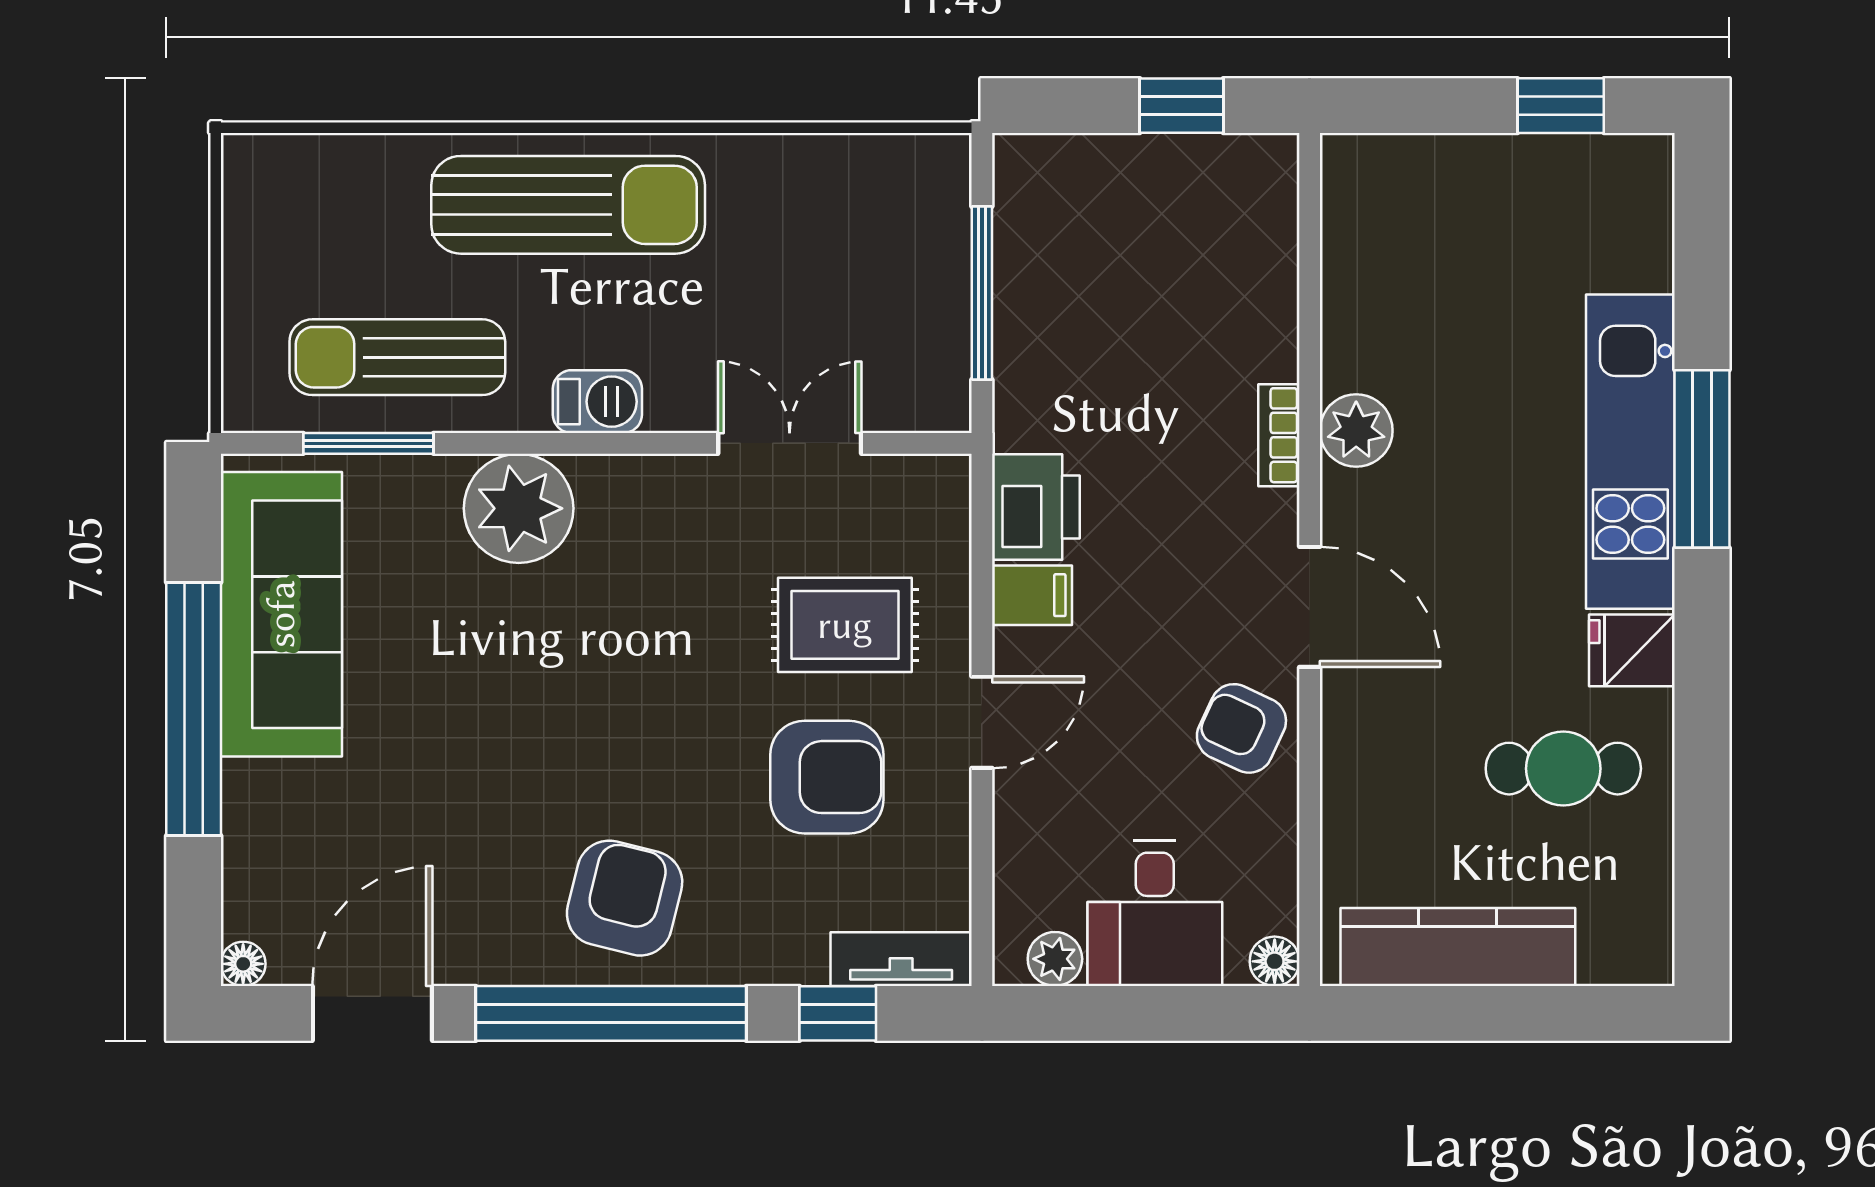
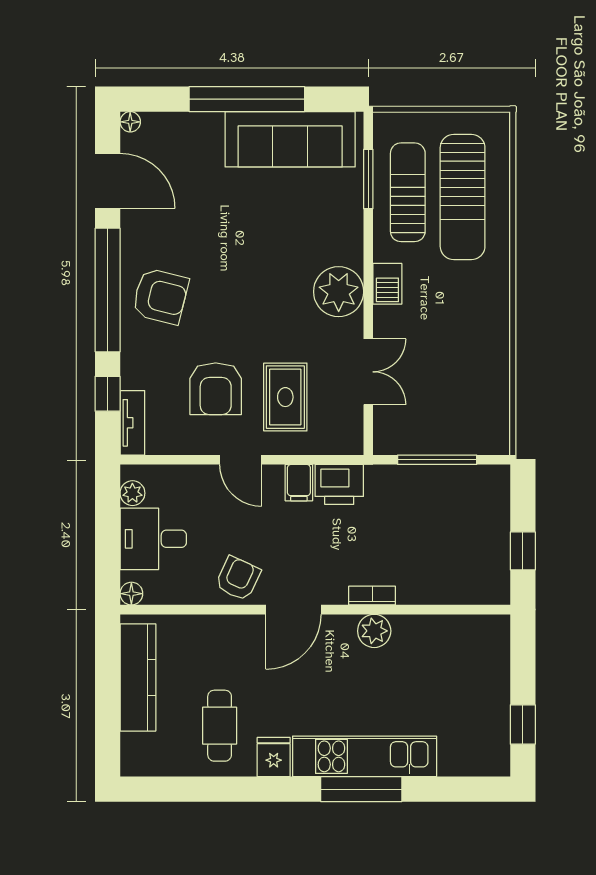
sun lounger: (568, 205) -> (463, 197), moved
plant: (519, 508) -> (339, 292), moved

